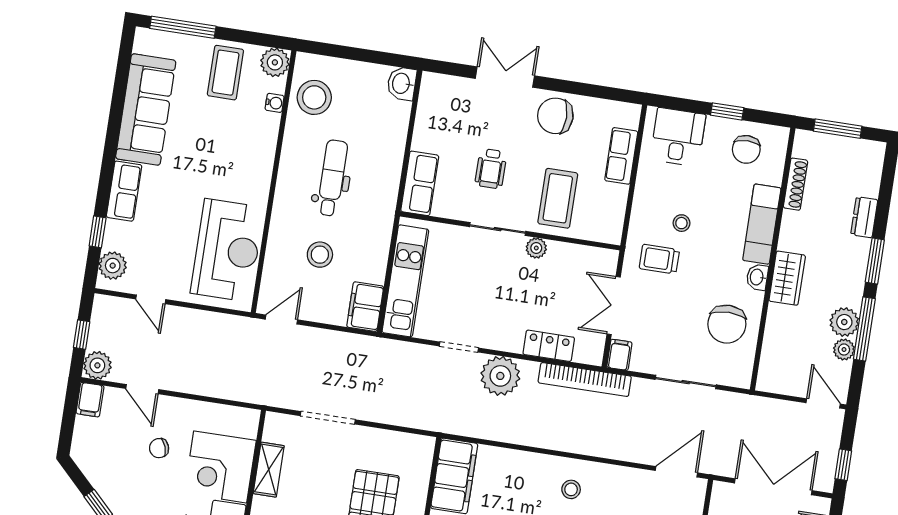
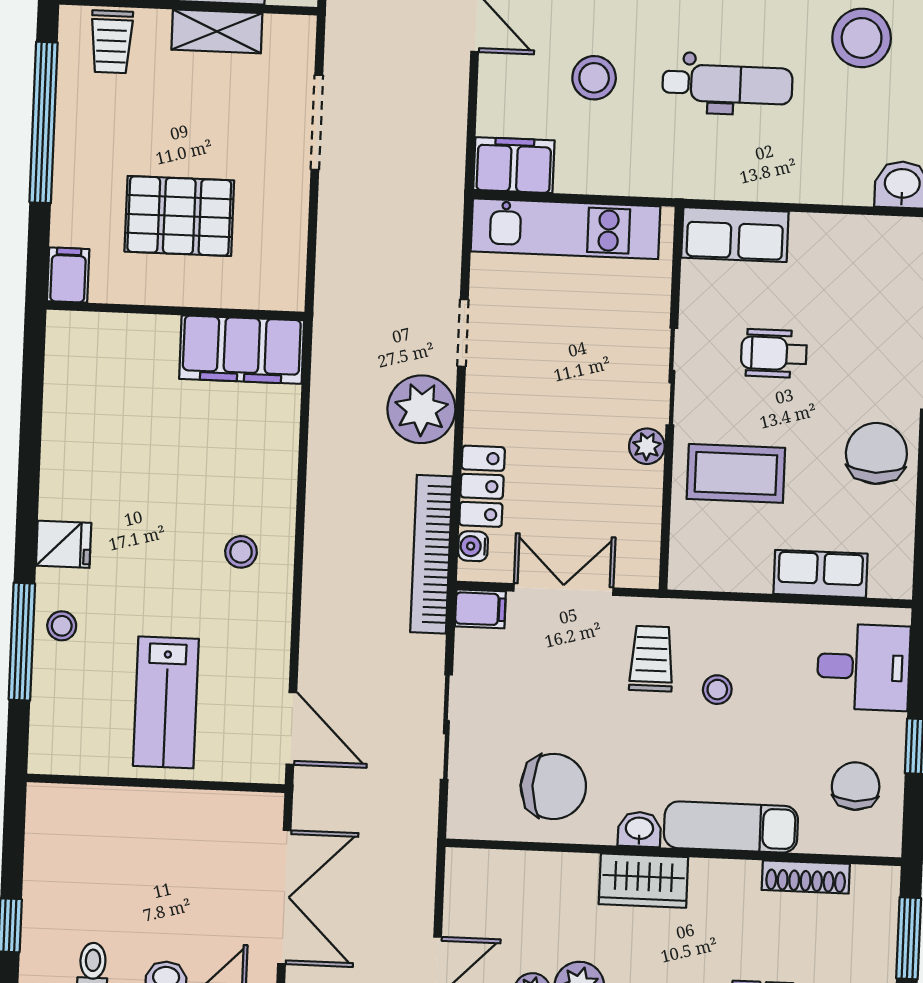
chair: (746, 149) -> (856, 786), turned 90
chair: (727, 324) -> (553, 786), turned 180
water cooler: (583, 355) -> (473, 546), added

